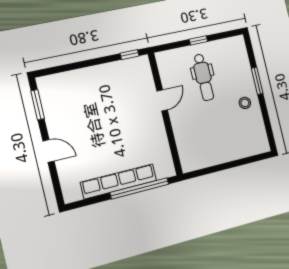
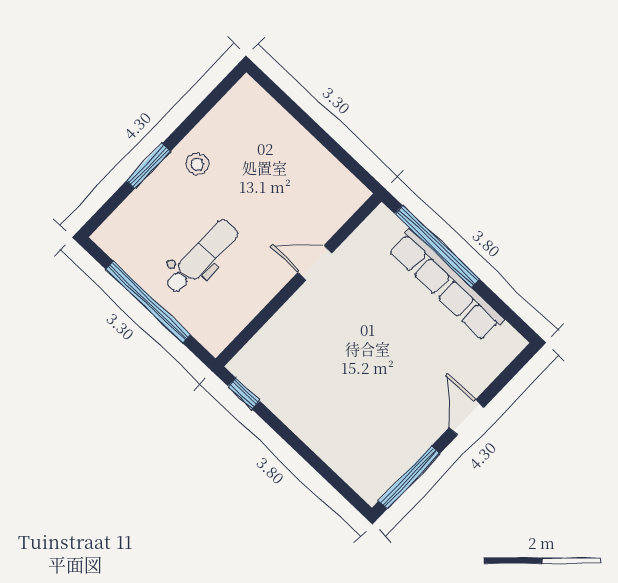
window: (198, 40) -> (148, 302), width x3.17
door: (162, 100) -> (315, 263), moved
window: (38, 105) -> (409, 477), width x1.44

